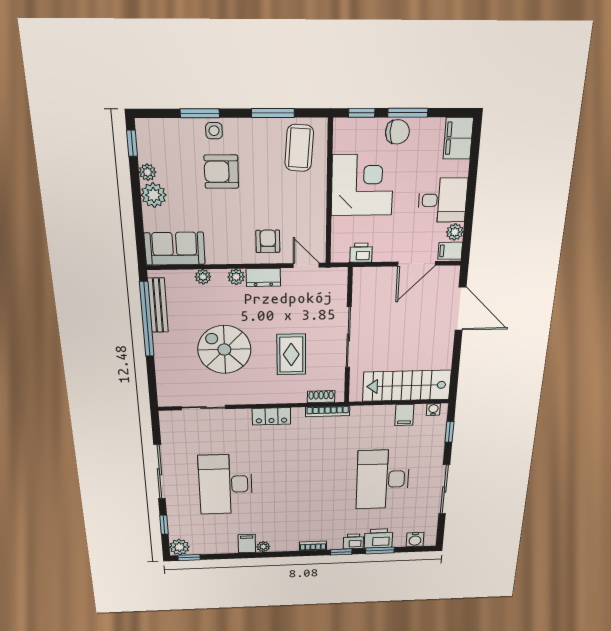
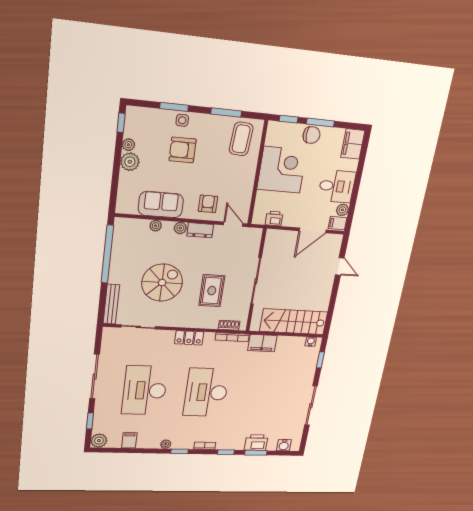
sofa: (175, 249) -> (161, 205), moved
bench: (158, 305) -> (111, 304), moved
door: (461, 309) -> (340, 266), width x0.53
spiral stairs: (224, 350) -> (162, 283), turned 90
filing cabinet: (404, 415) -> (262, 343), moved, width x2.00
desk: (383, 479) -> (206, 392), moved
printer: (353, 541) -> (236, 444), removed
filing cabinet: (247, 544) -> (129, 440), moved
window: (189, 558) -> (180, 451), moved

